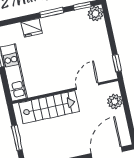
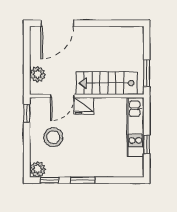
fridge: (32, 28) -> (84, 106), moved, turned 180
stool: (88, 46) -> (53, 137), added
window: (17, 138) -> (147, 73), moved

